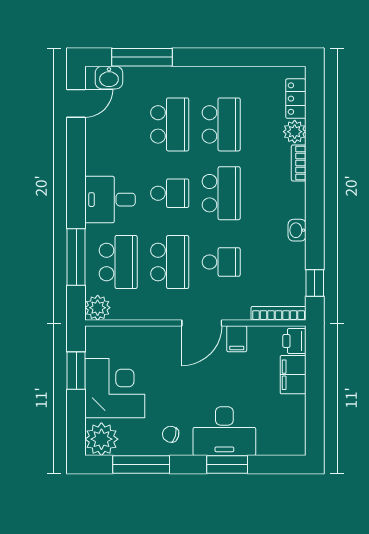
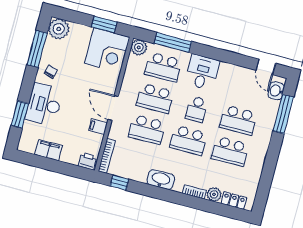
washbasin: (297, 230) -> (161, 179), width x1.91, depth x1.45
school desk: (221, 262) -> (147, 129), width x1.85
filing cabinet: (293, 375) -> (49, 150), moved
corner desk: (115, 388) -> (107, 50), moved
window: (227, 465) -> (20, 114), moved

